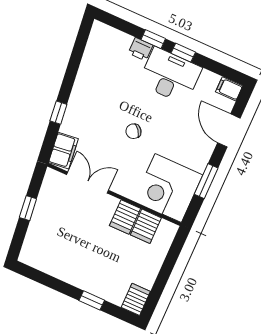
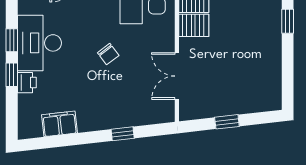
filing cabinet: (63, 151) -> (60, 124), moved

